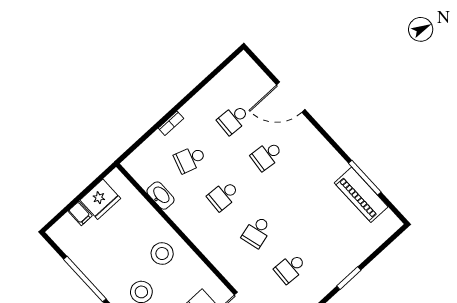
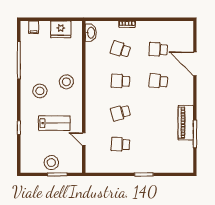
piano: (361, 195) -> (186, 123), moved
washbasin: (161, 196) -> (91, 33), moved
filing cabinet: (80, 213) -> (34, 27), moved

